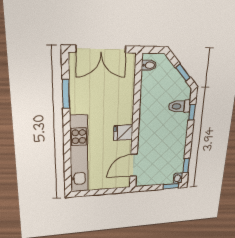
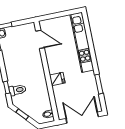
fridge: (123, 133) -> (57, 79), moved
door: (134, 165) -> (40, 39), hinge flipped

